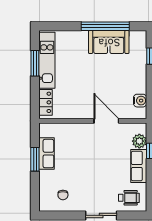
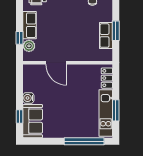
window: (105, 26) -> (84, 141), moved
sofa: (109, 42) -> (33, 121), moved, turned 90
water cooler: (140, 101) -> (28, 98), moved

